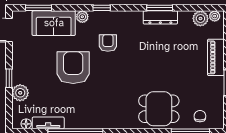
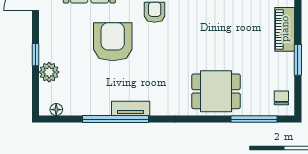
chair: (200, 116) -> (281, 98), moved
tv unit: (48, 123) -> (131, 108), moved

